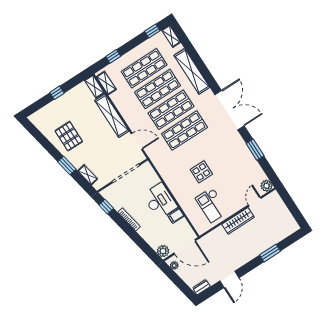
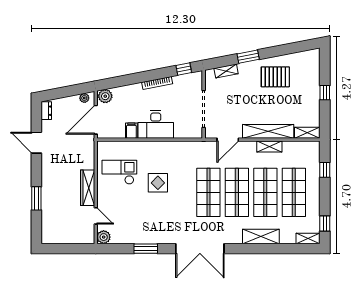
shelving: (192, 71) -> (261, 236), width x0.68
shelving: (106, 83) -> (269, 146), moved

